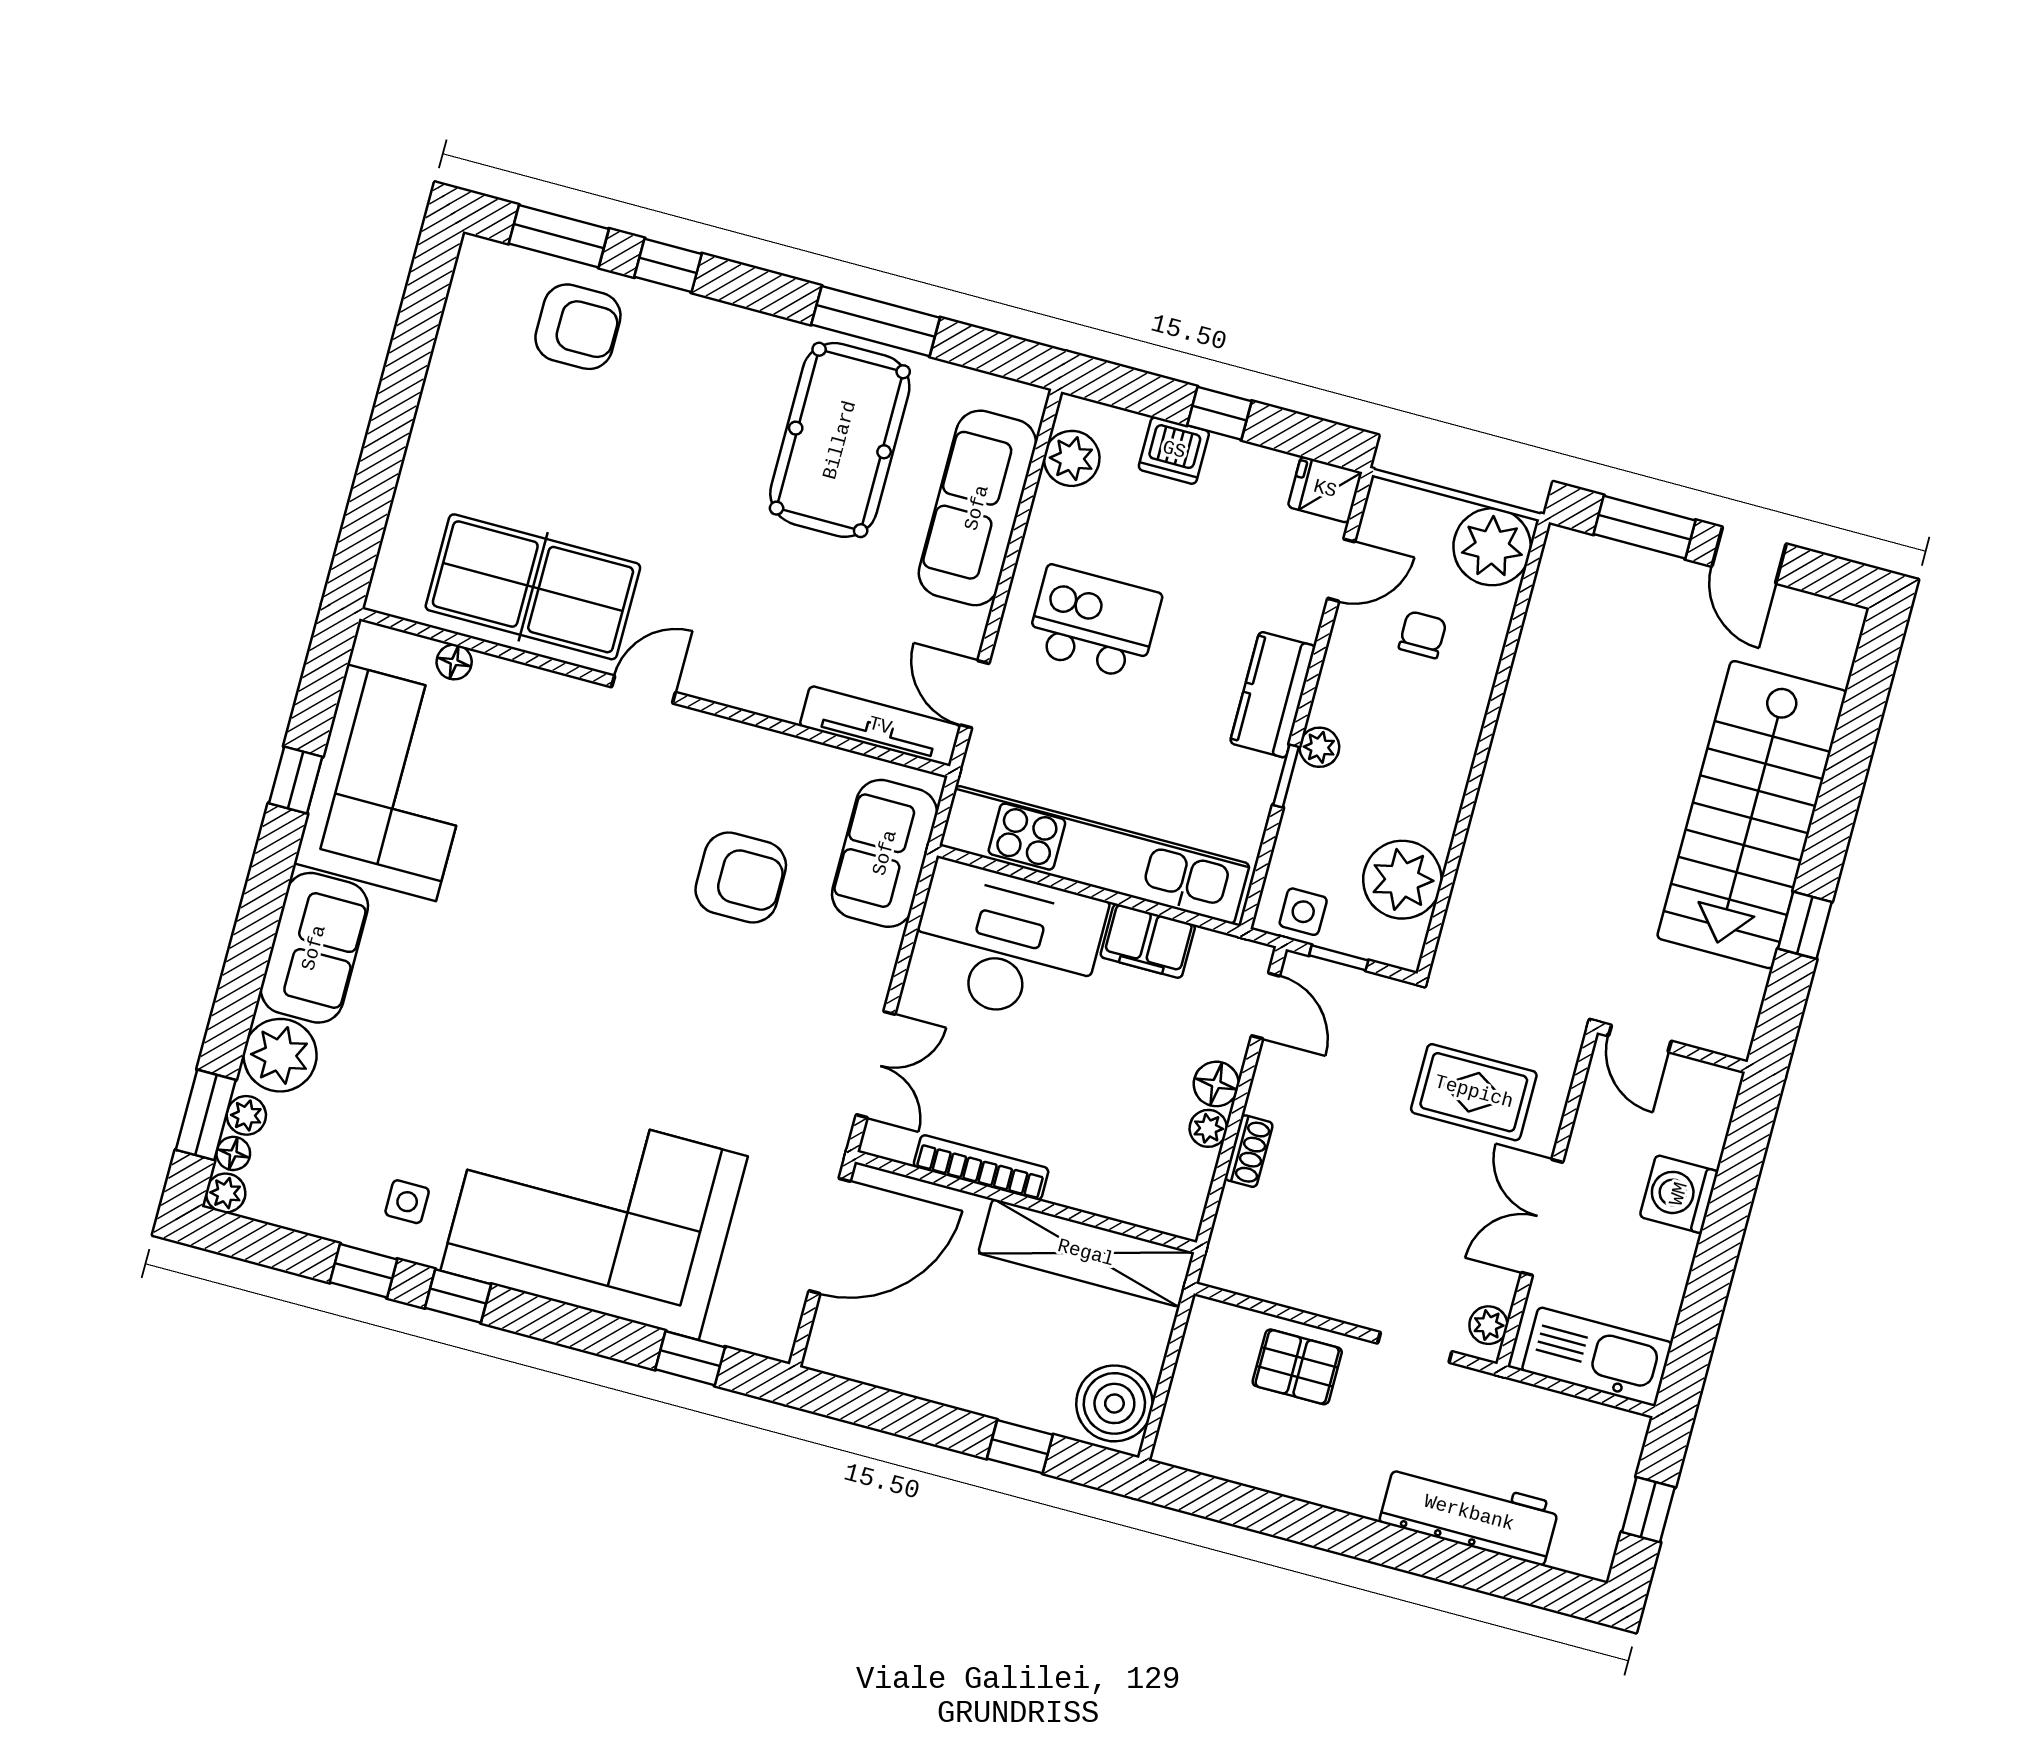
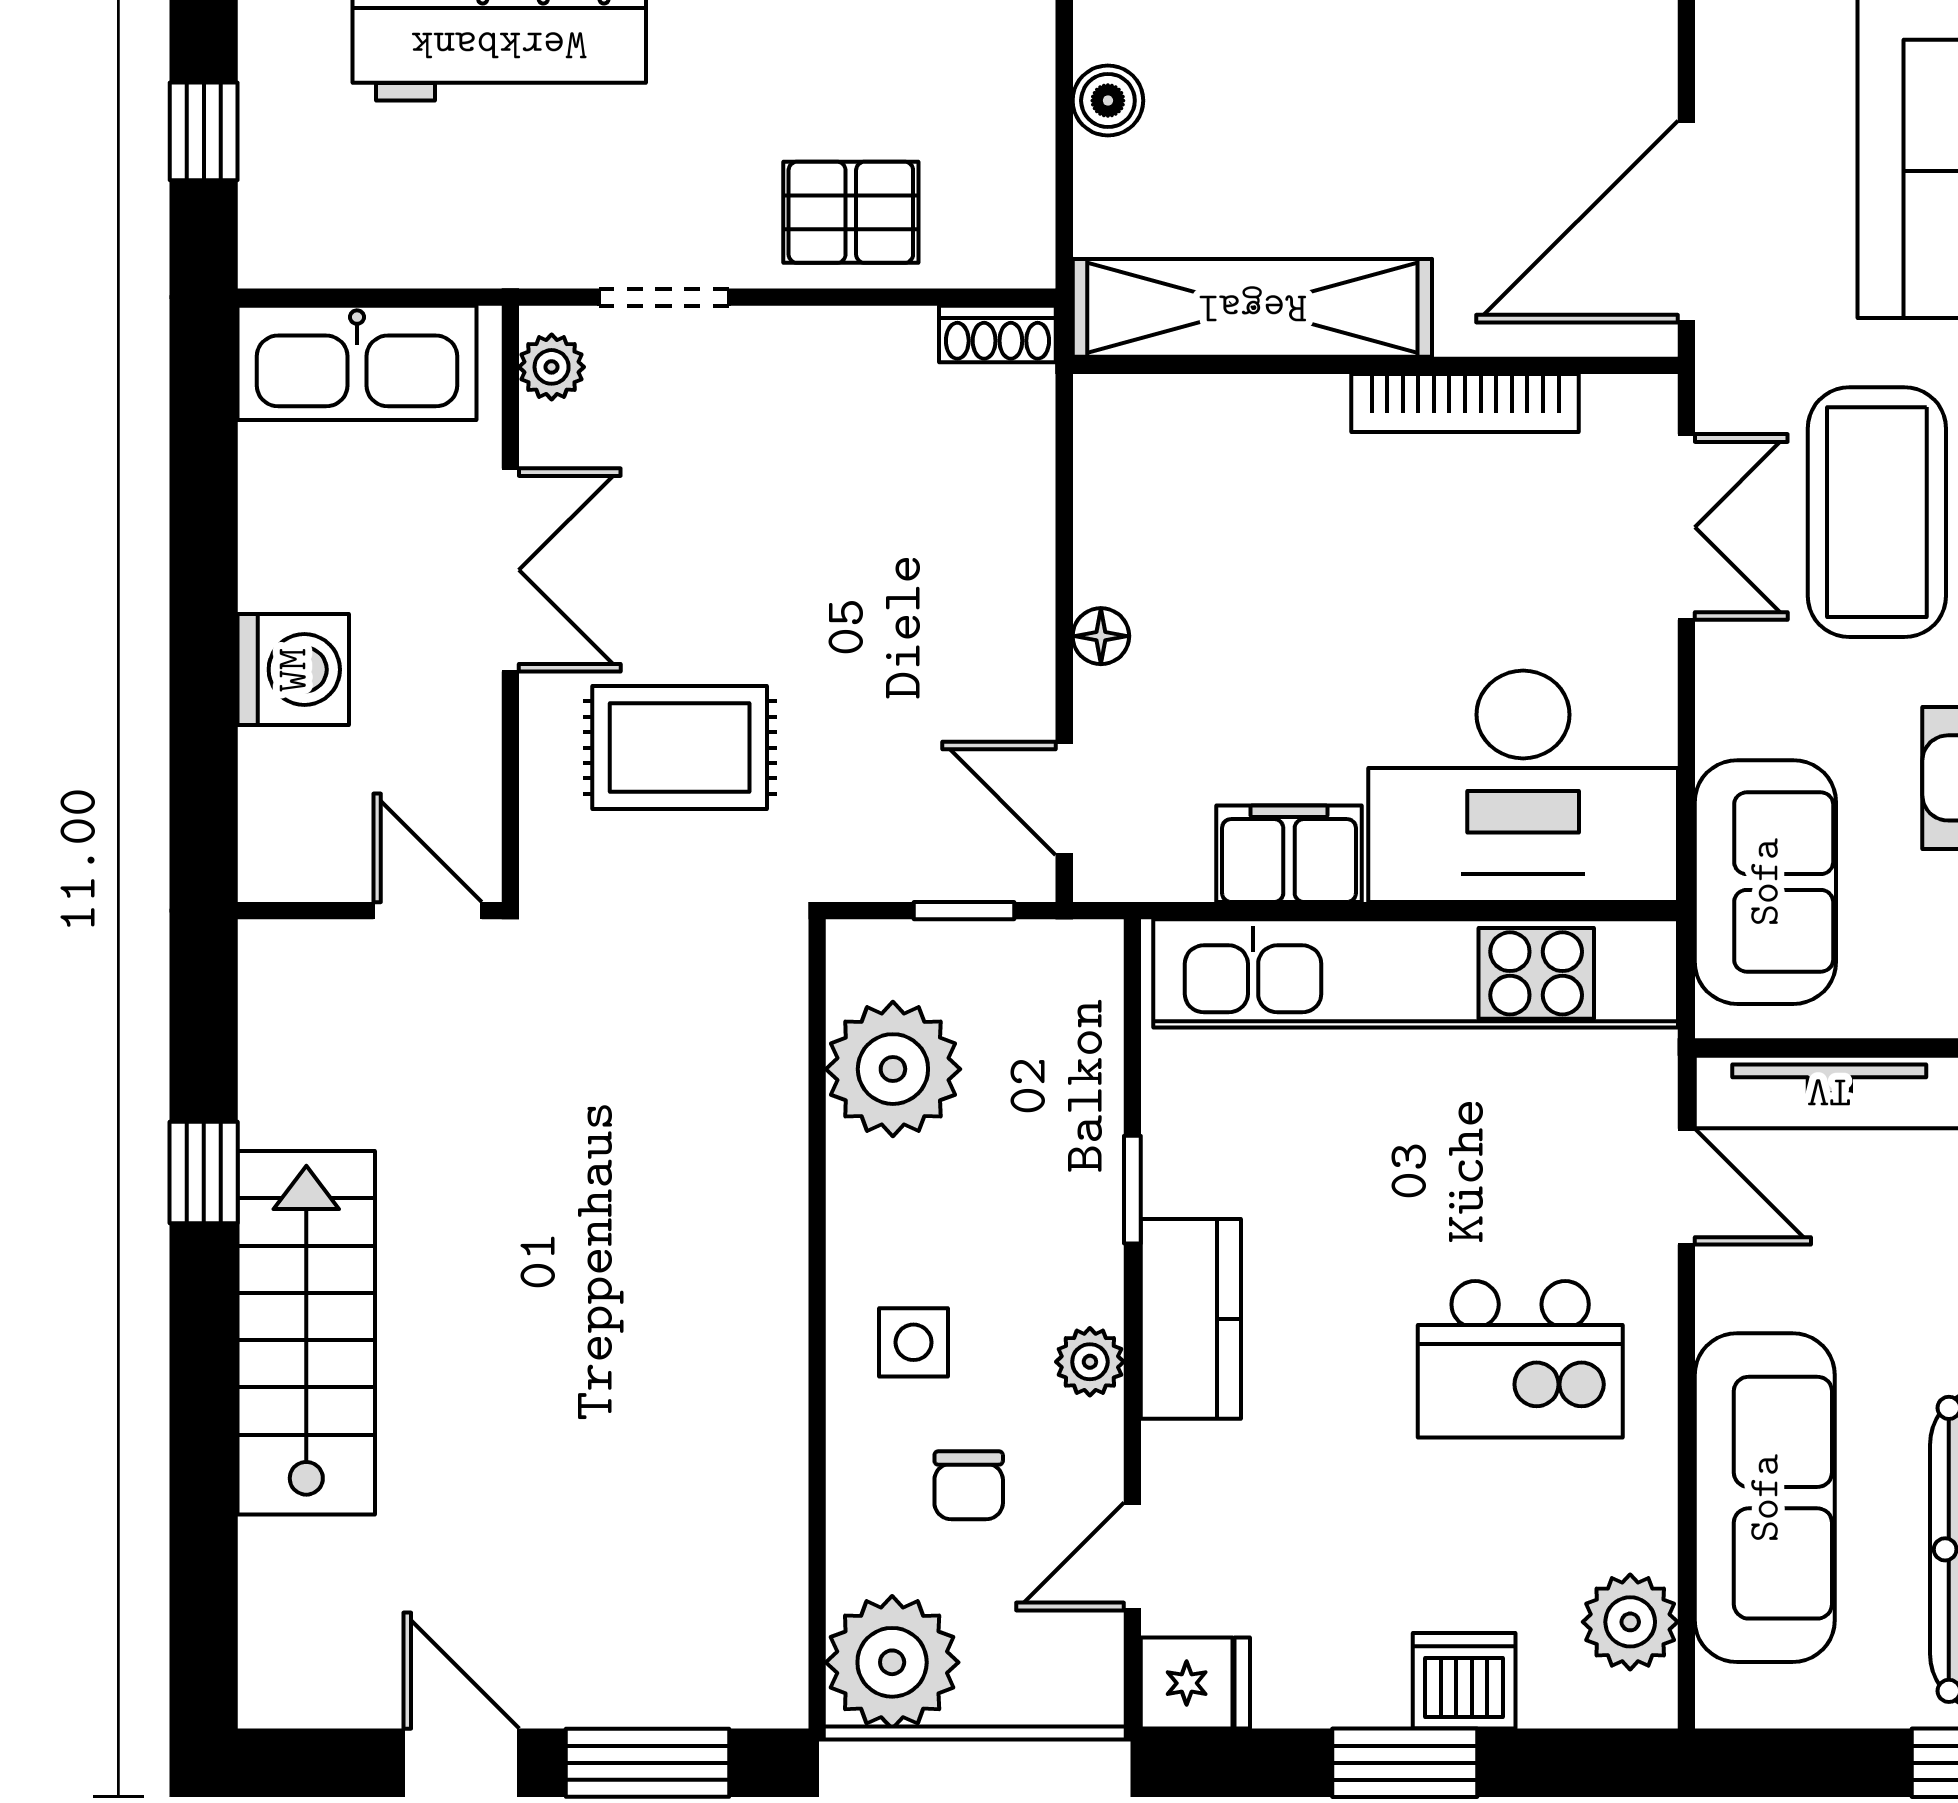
window: (1219, 413) -> (1405, 1763), width x1.50
plant: (1319, 747) -> (1090, 1362), moved
stairs: (1752, 815) -> (306, 1333), width x0.73, depth x0.66
side table: (1303, 912) -> (914, 1342), moved
coffee table: (766, 1044) -> (1877, 512), added
double door: (876, 1065) -> (1686, 527), swing flipped
floor lamp: (1216, 1084) -> (1101, 636), width x0.73, depth x0.73
plant: (1208, 1128) -> (1105, 569), removed
shoe rack: (1249, 1151) -> (997, 334), moved, turned -90
boiler: (1114, 1403) -> (1108, 101), width x0.54, depth x0.54

